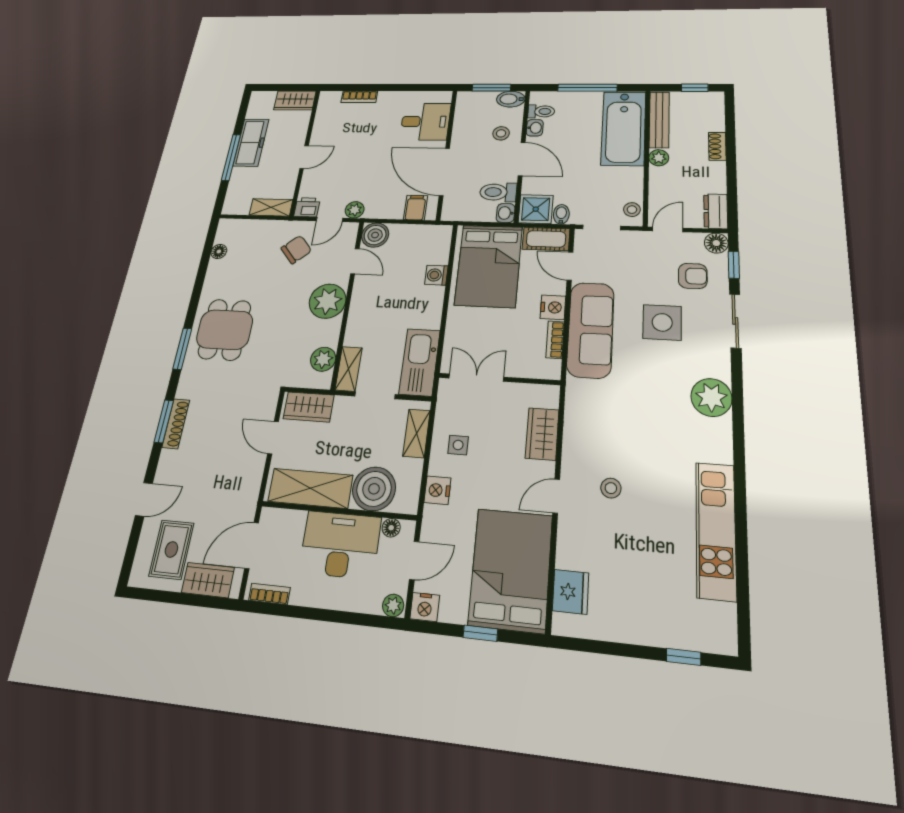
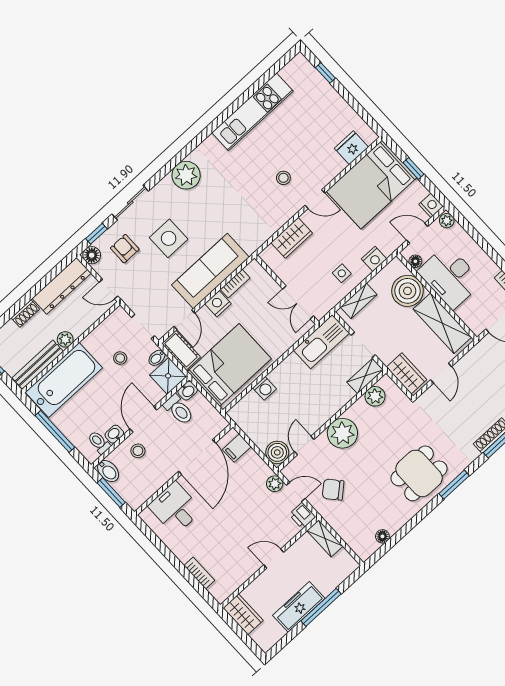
stool: (632, 210) -> (120, 358), moved
dresser: (716, 211) -> (62, 286), width x1.96, depth x1.24

